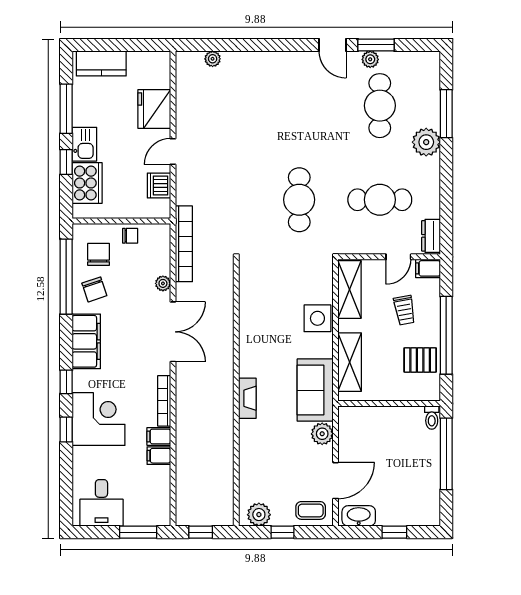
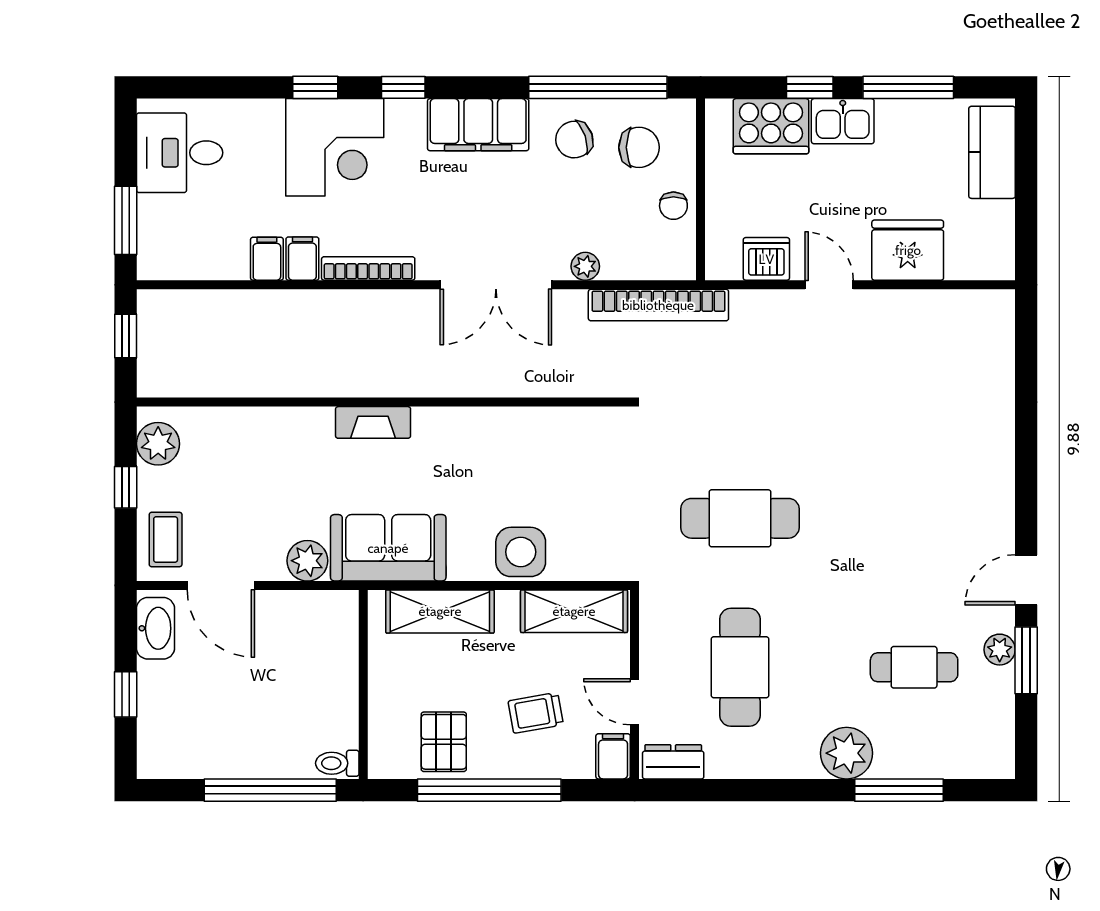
plant: (213, 59) -> (1001, 358), removed
cafe table: (380, 106) -> (914, 667), width x0.73, depth x0.74

